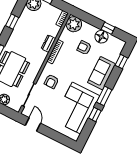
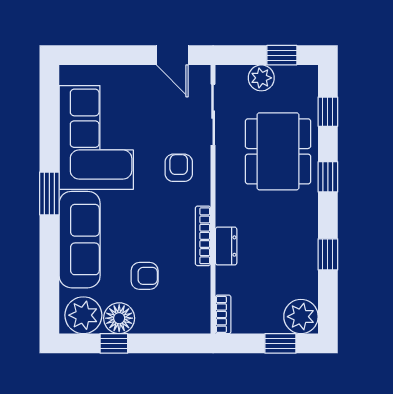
plant: (74, 24) -> (83, 315), moved
window: (121, 62) -> (49, 286), removed
sofa: (102, 73) -> (80, 240), width x1.36
window: (95, 114) -> (49, 144), removed

